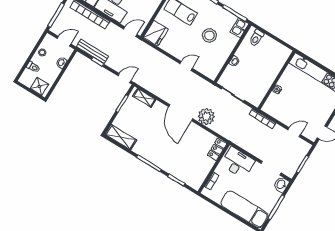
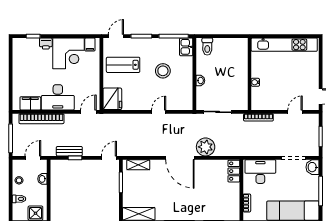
bench: (93, 51) -> (69, 151), width x0.73

